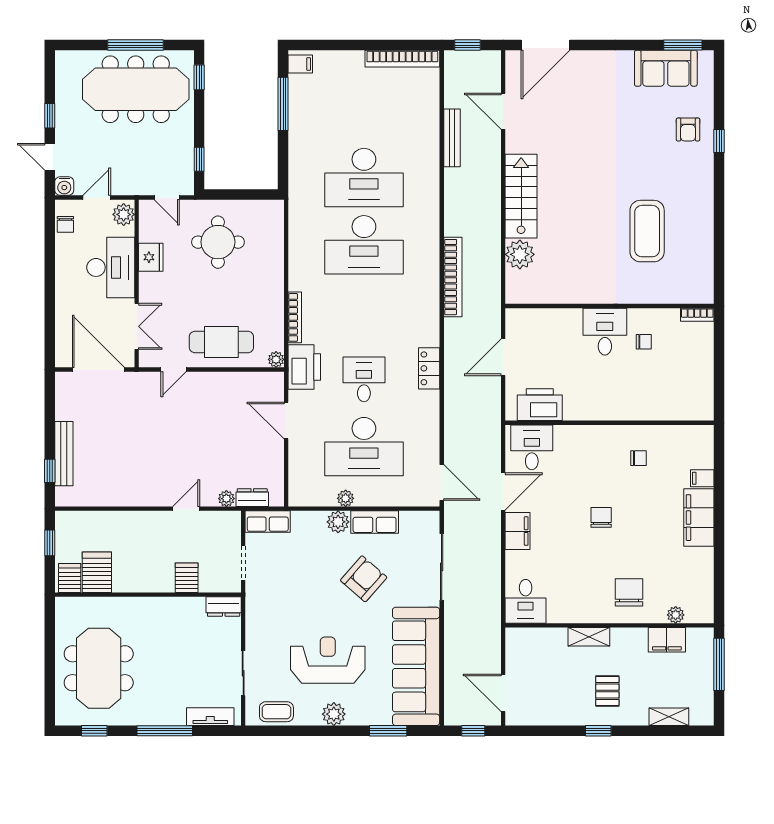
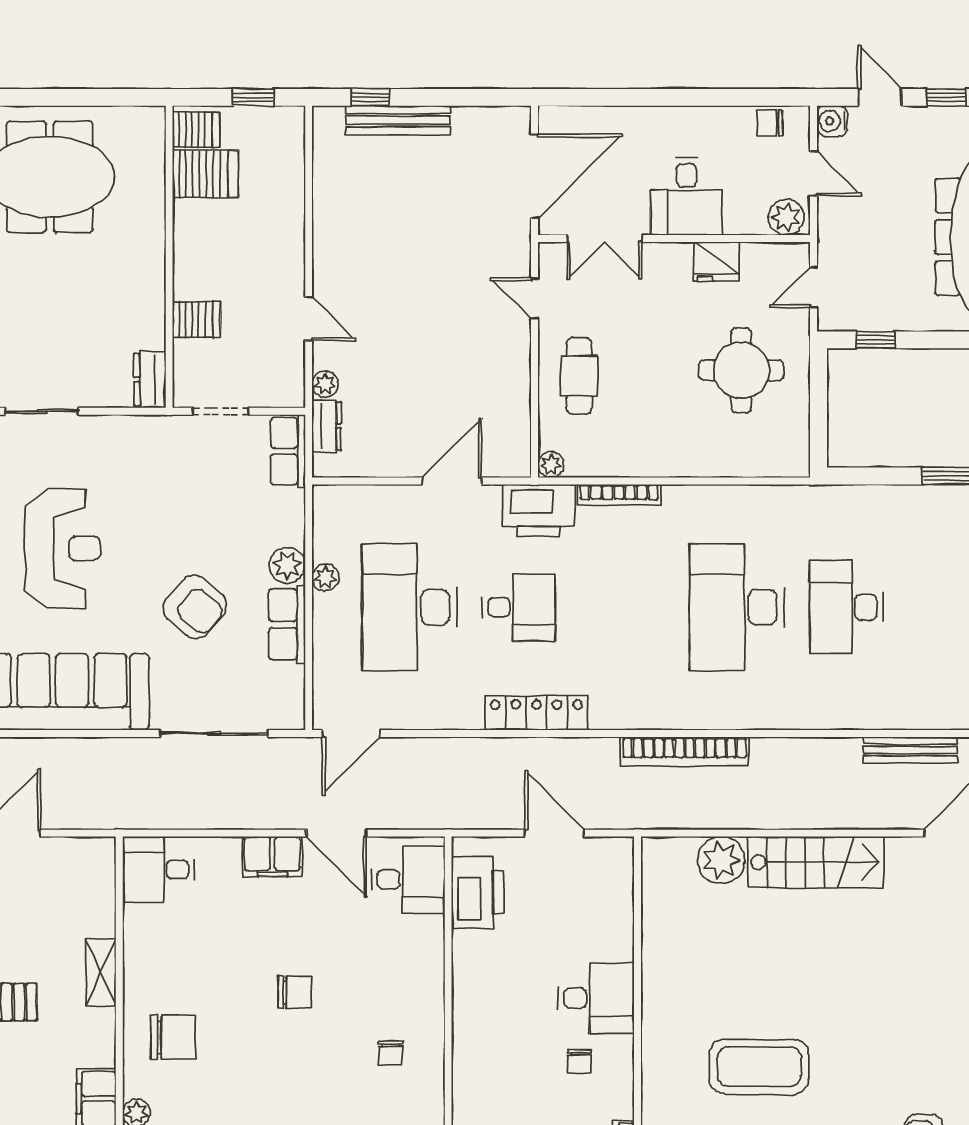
door: (50, 157) -> (880, 97), hinge flipped
desk: (364, 177) -> (846, 607), width x0.73, depth x0.77
desk: (111, 267) -> (687, 196), width x0.73
cafe table: (221, 342) -> (579, 376), width x0.73, depth x0.74
locker: (429, 368) -> (536, 713), width x1.53

